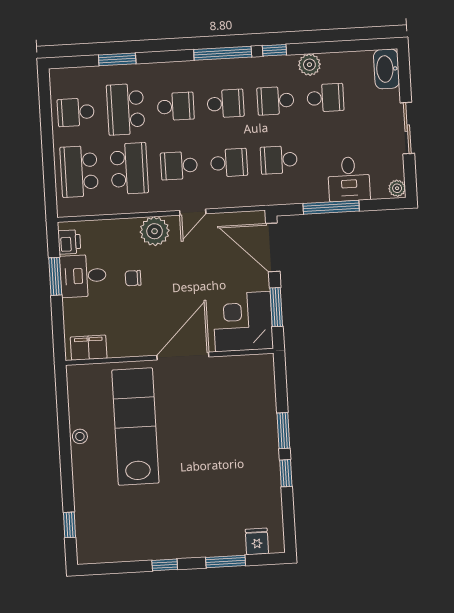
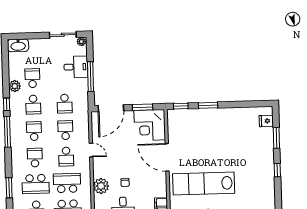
sliding door: (407, 128) -> (63, 35), moved
plant: (155, 231) -> (101, 186), moved
window: (286, 473) -> (181, 106), moved

